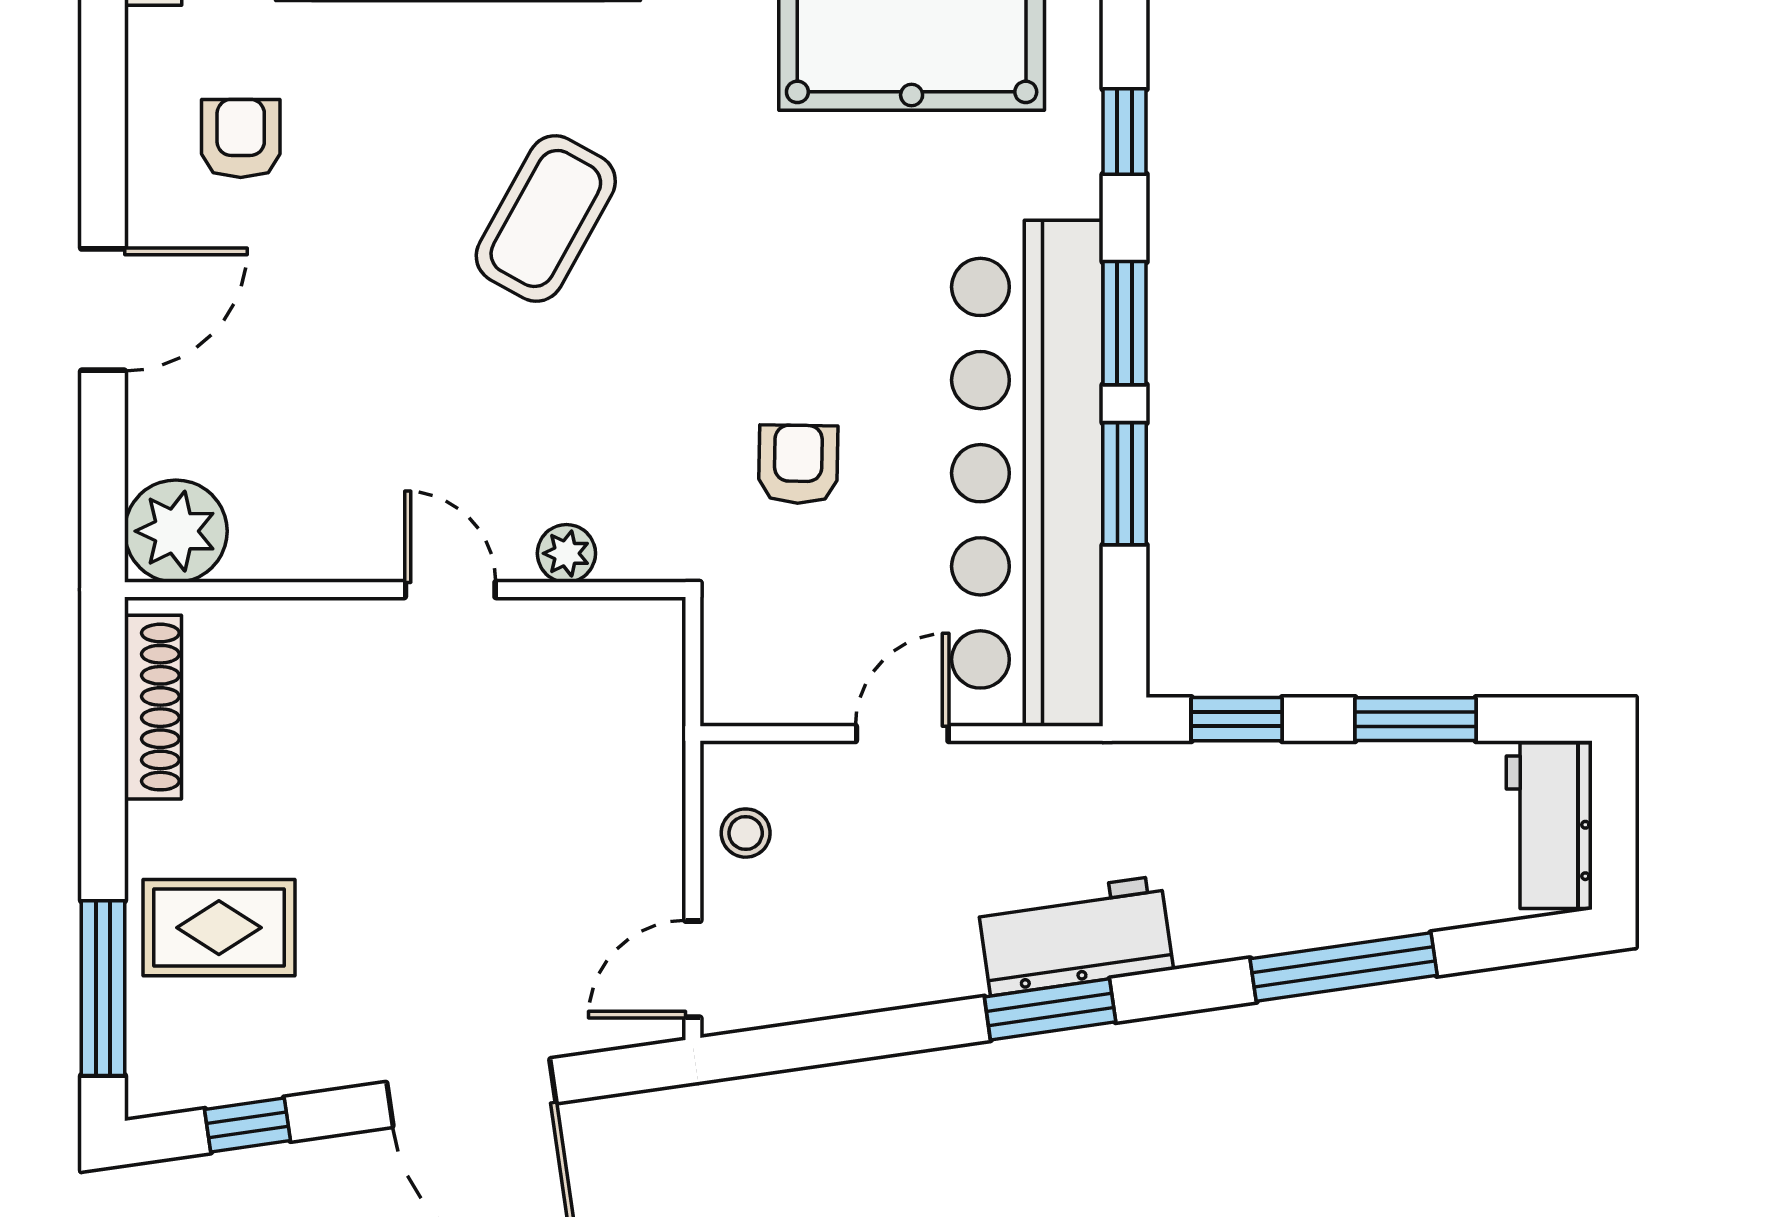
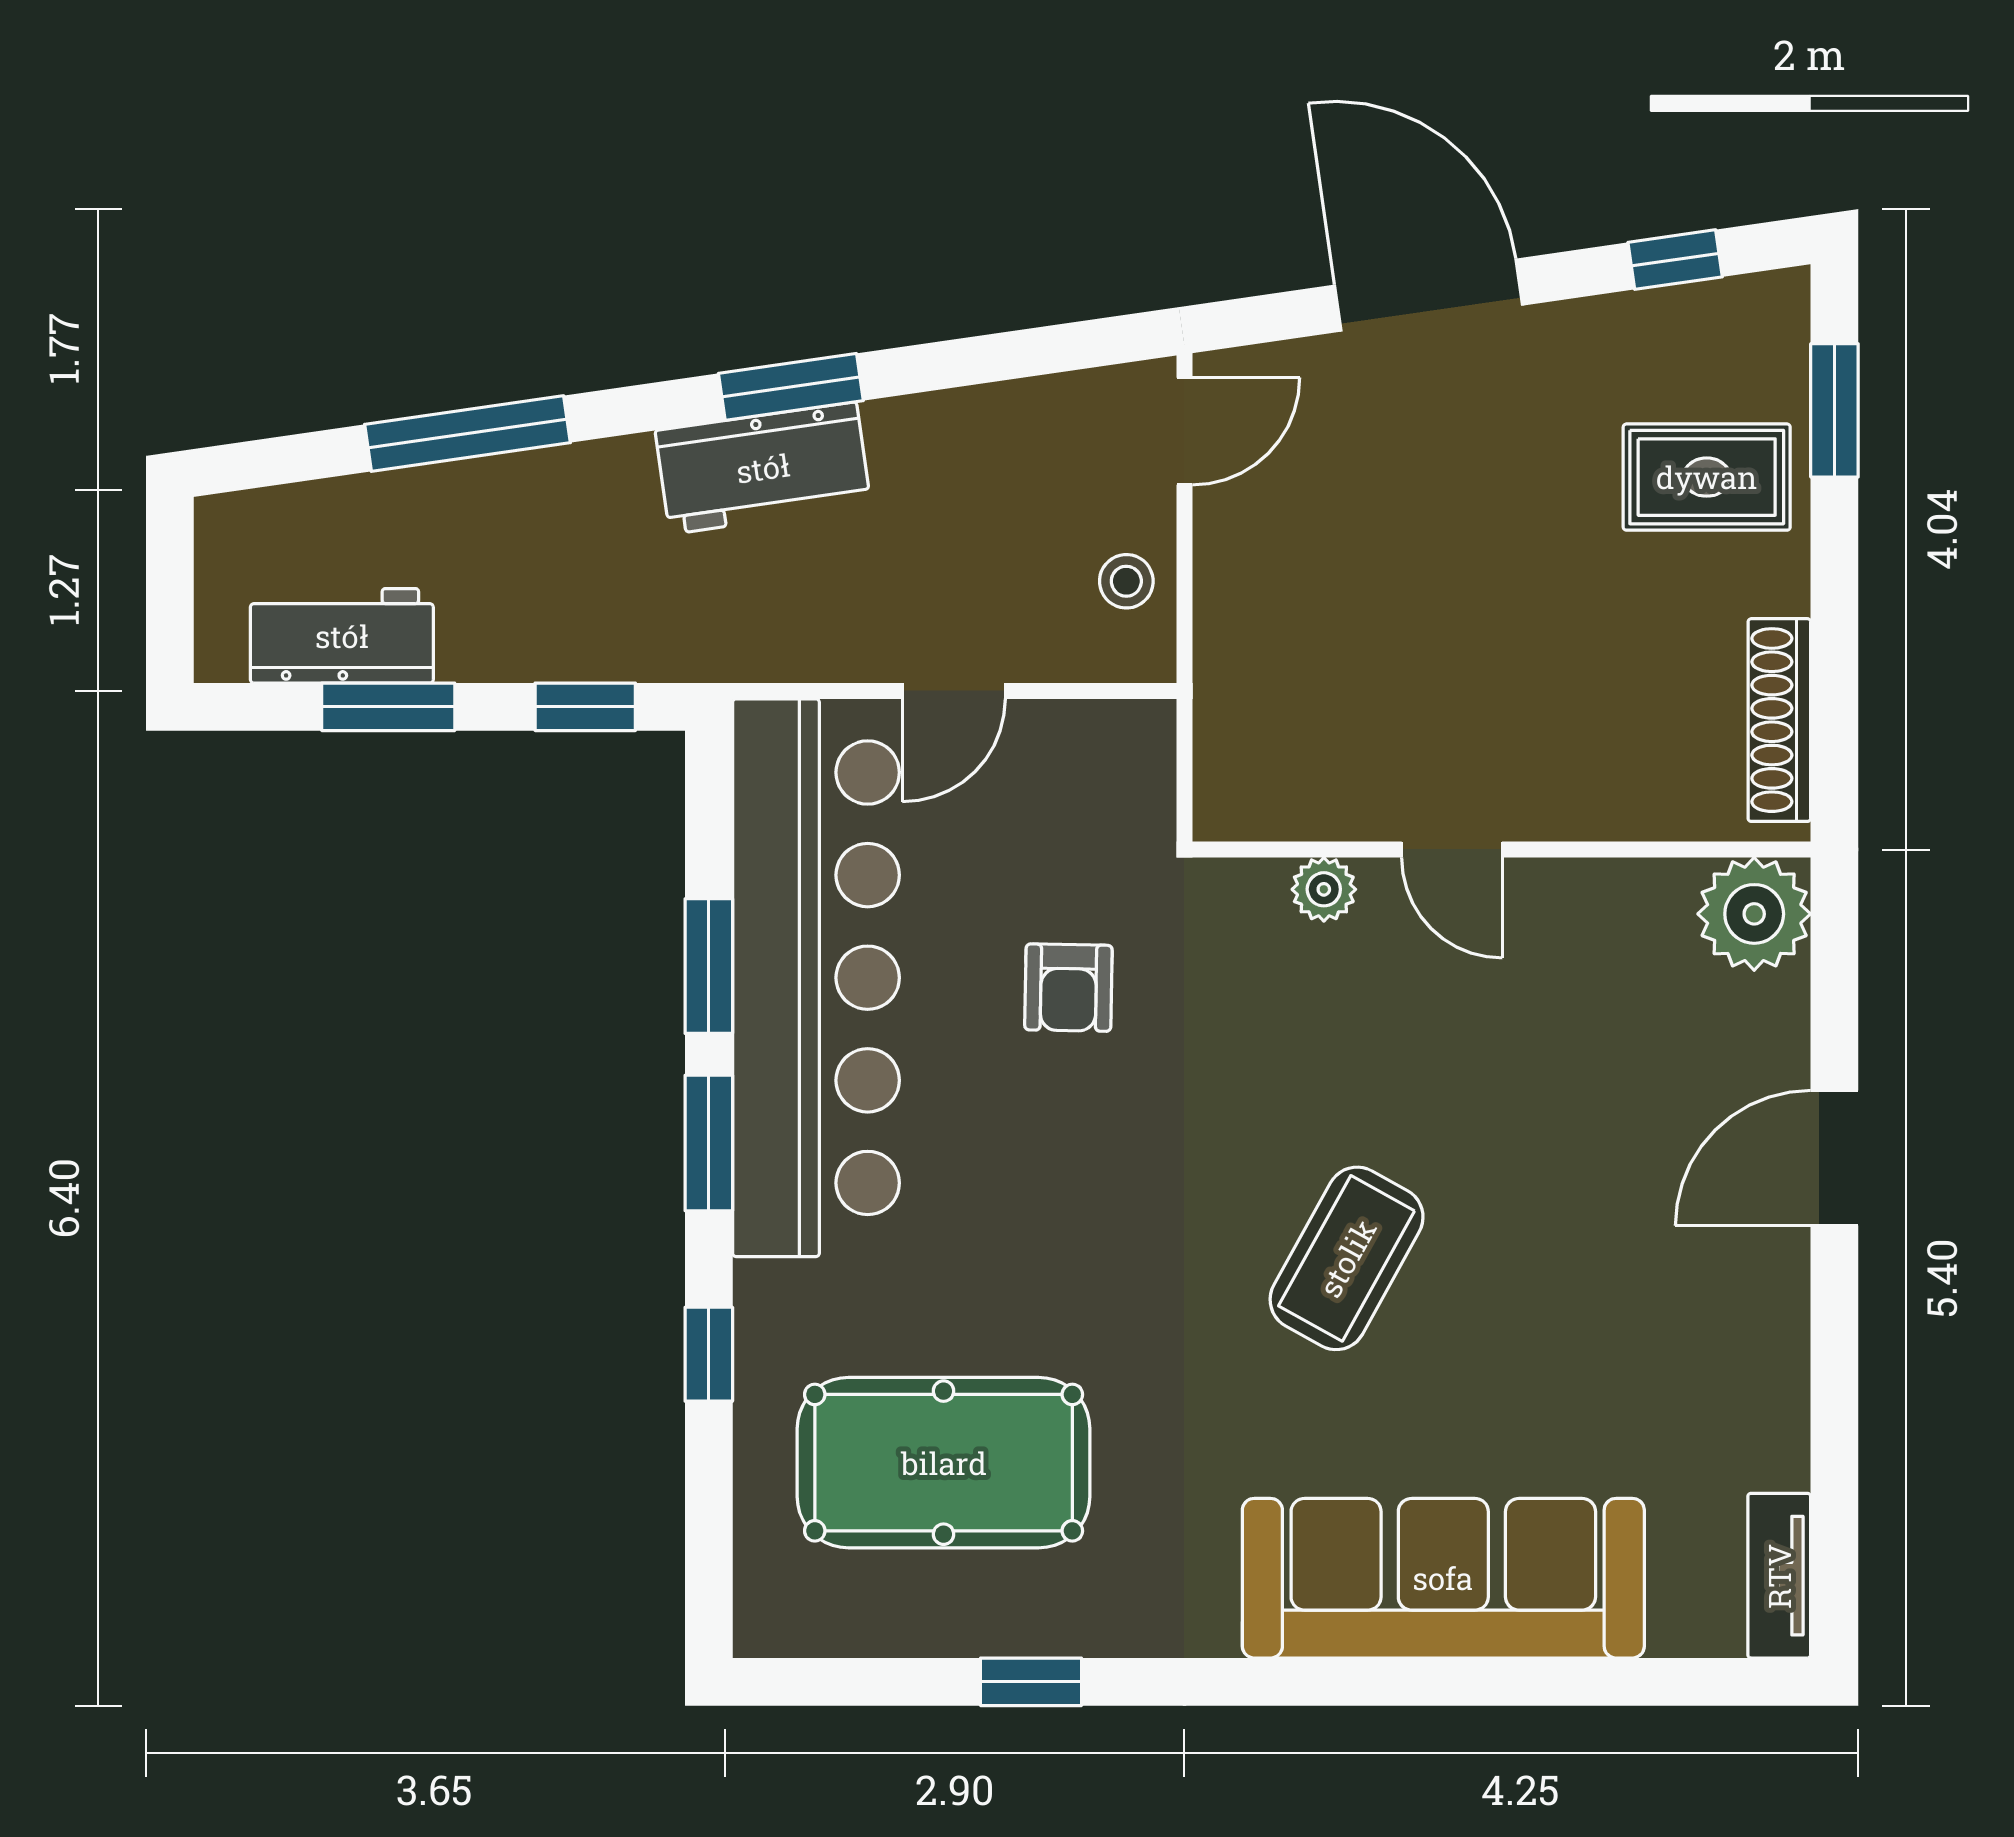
armchair: (241, 138) -> (1683, 1347), removed
workbench: (1549, 826) -> (342, 636), moved, turned -90
window: (103, 988) -> (1834, 410), width x0.69

